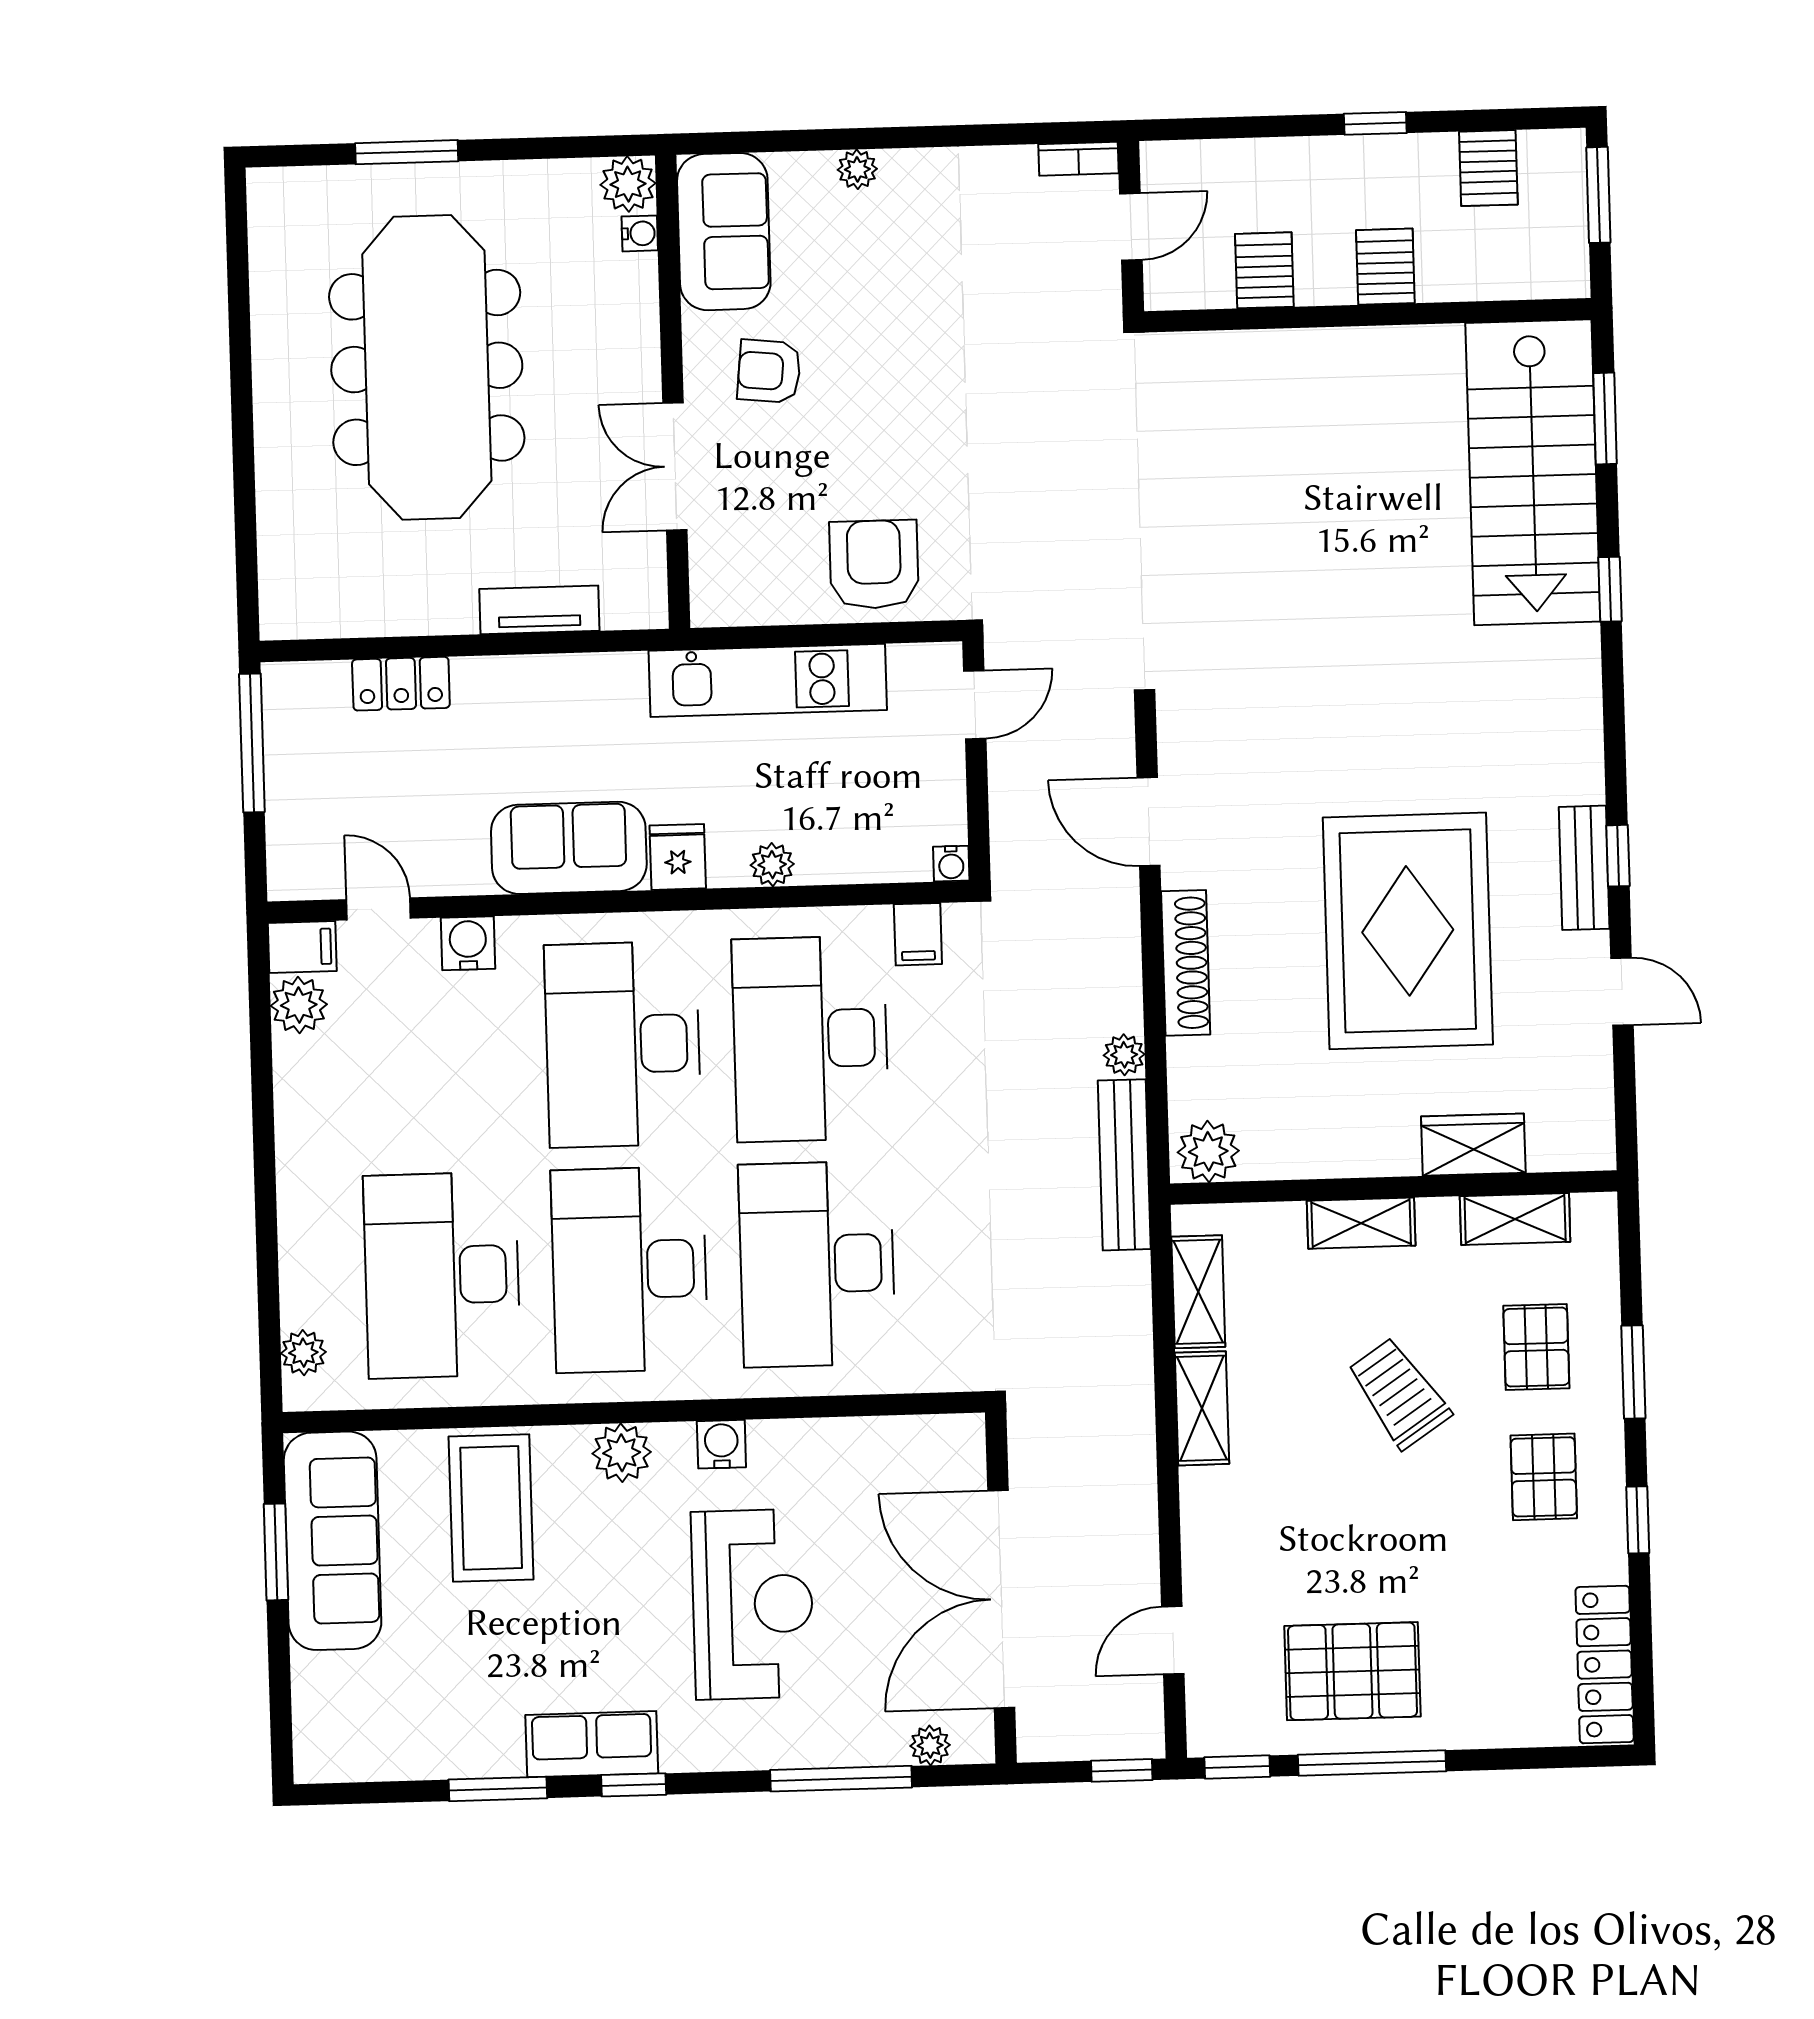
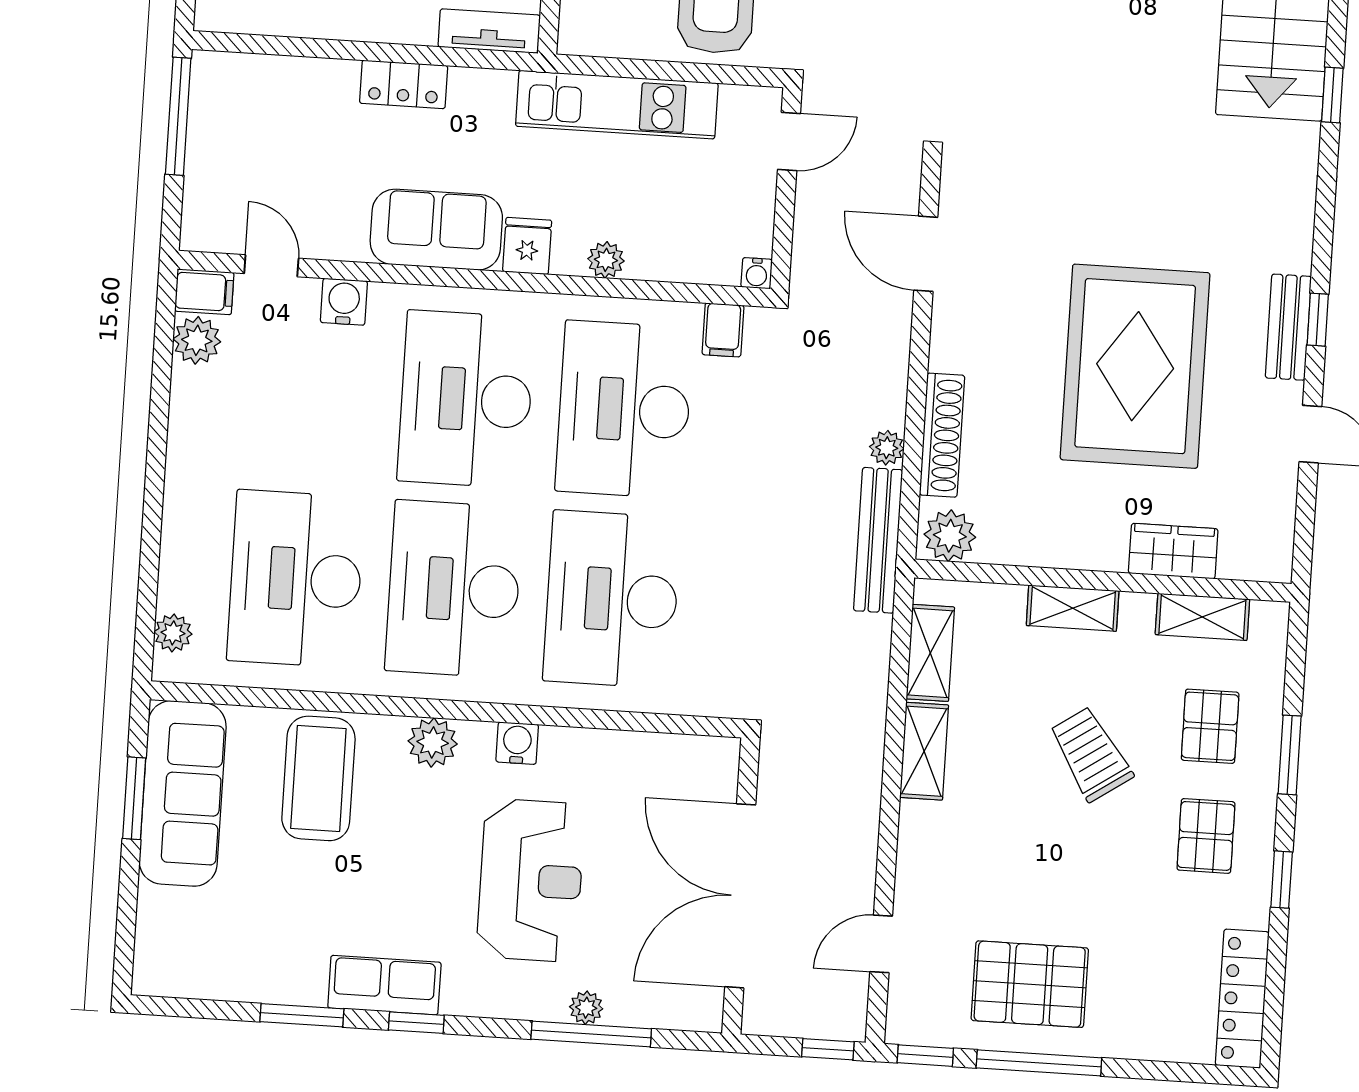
tv unit: (539, 610) -> (489, 31), moved
locker: (401, 684) -> (404, 84), moved
shoe rack: (1186, 963) -> (942, 435), moved
plant: (930, 1745) -> (586, 1008), moved

